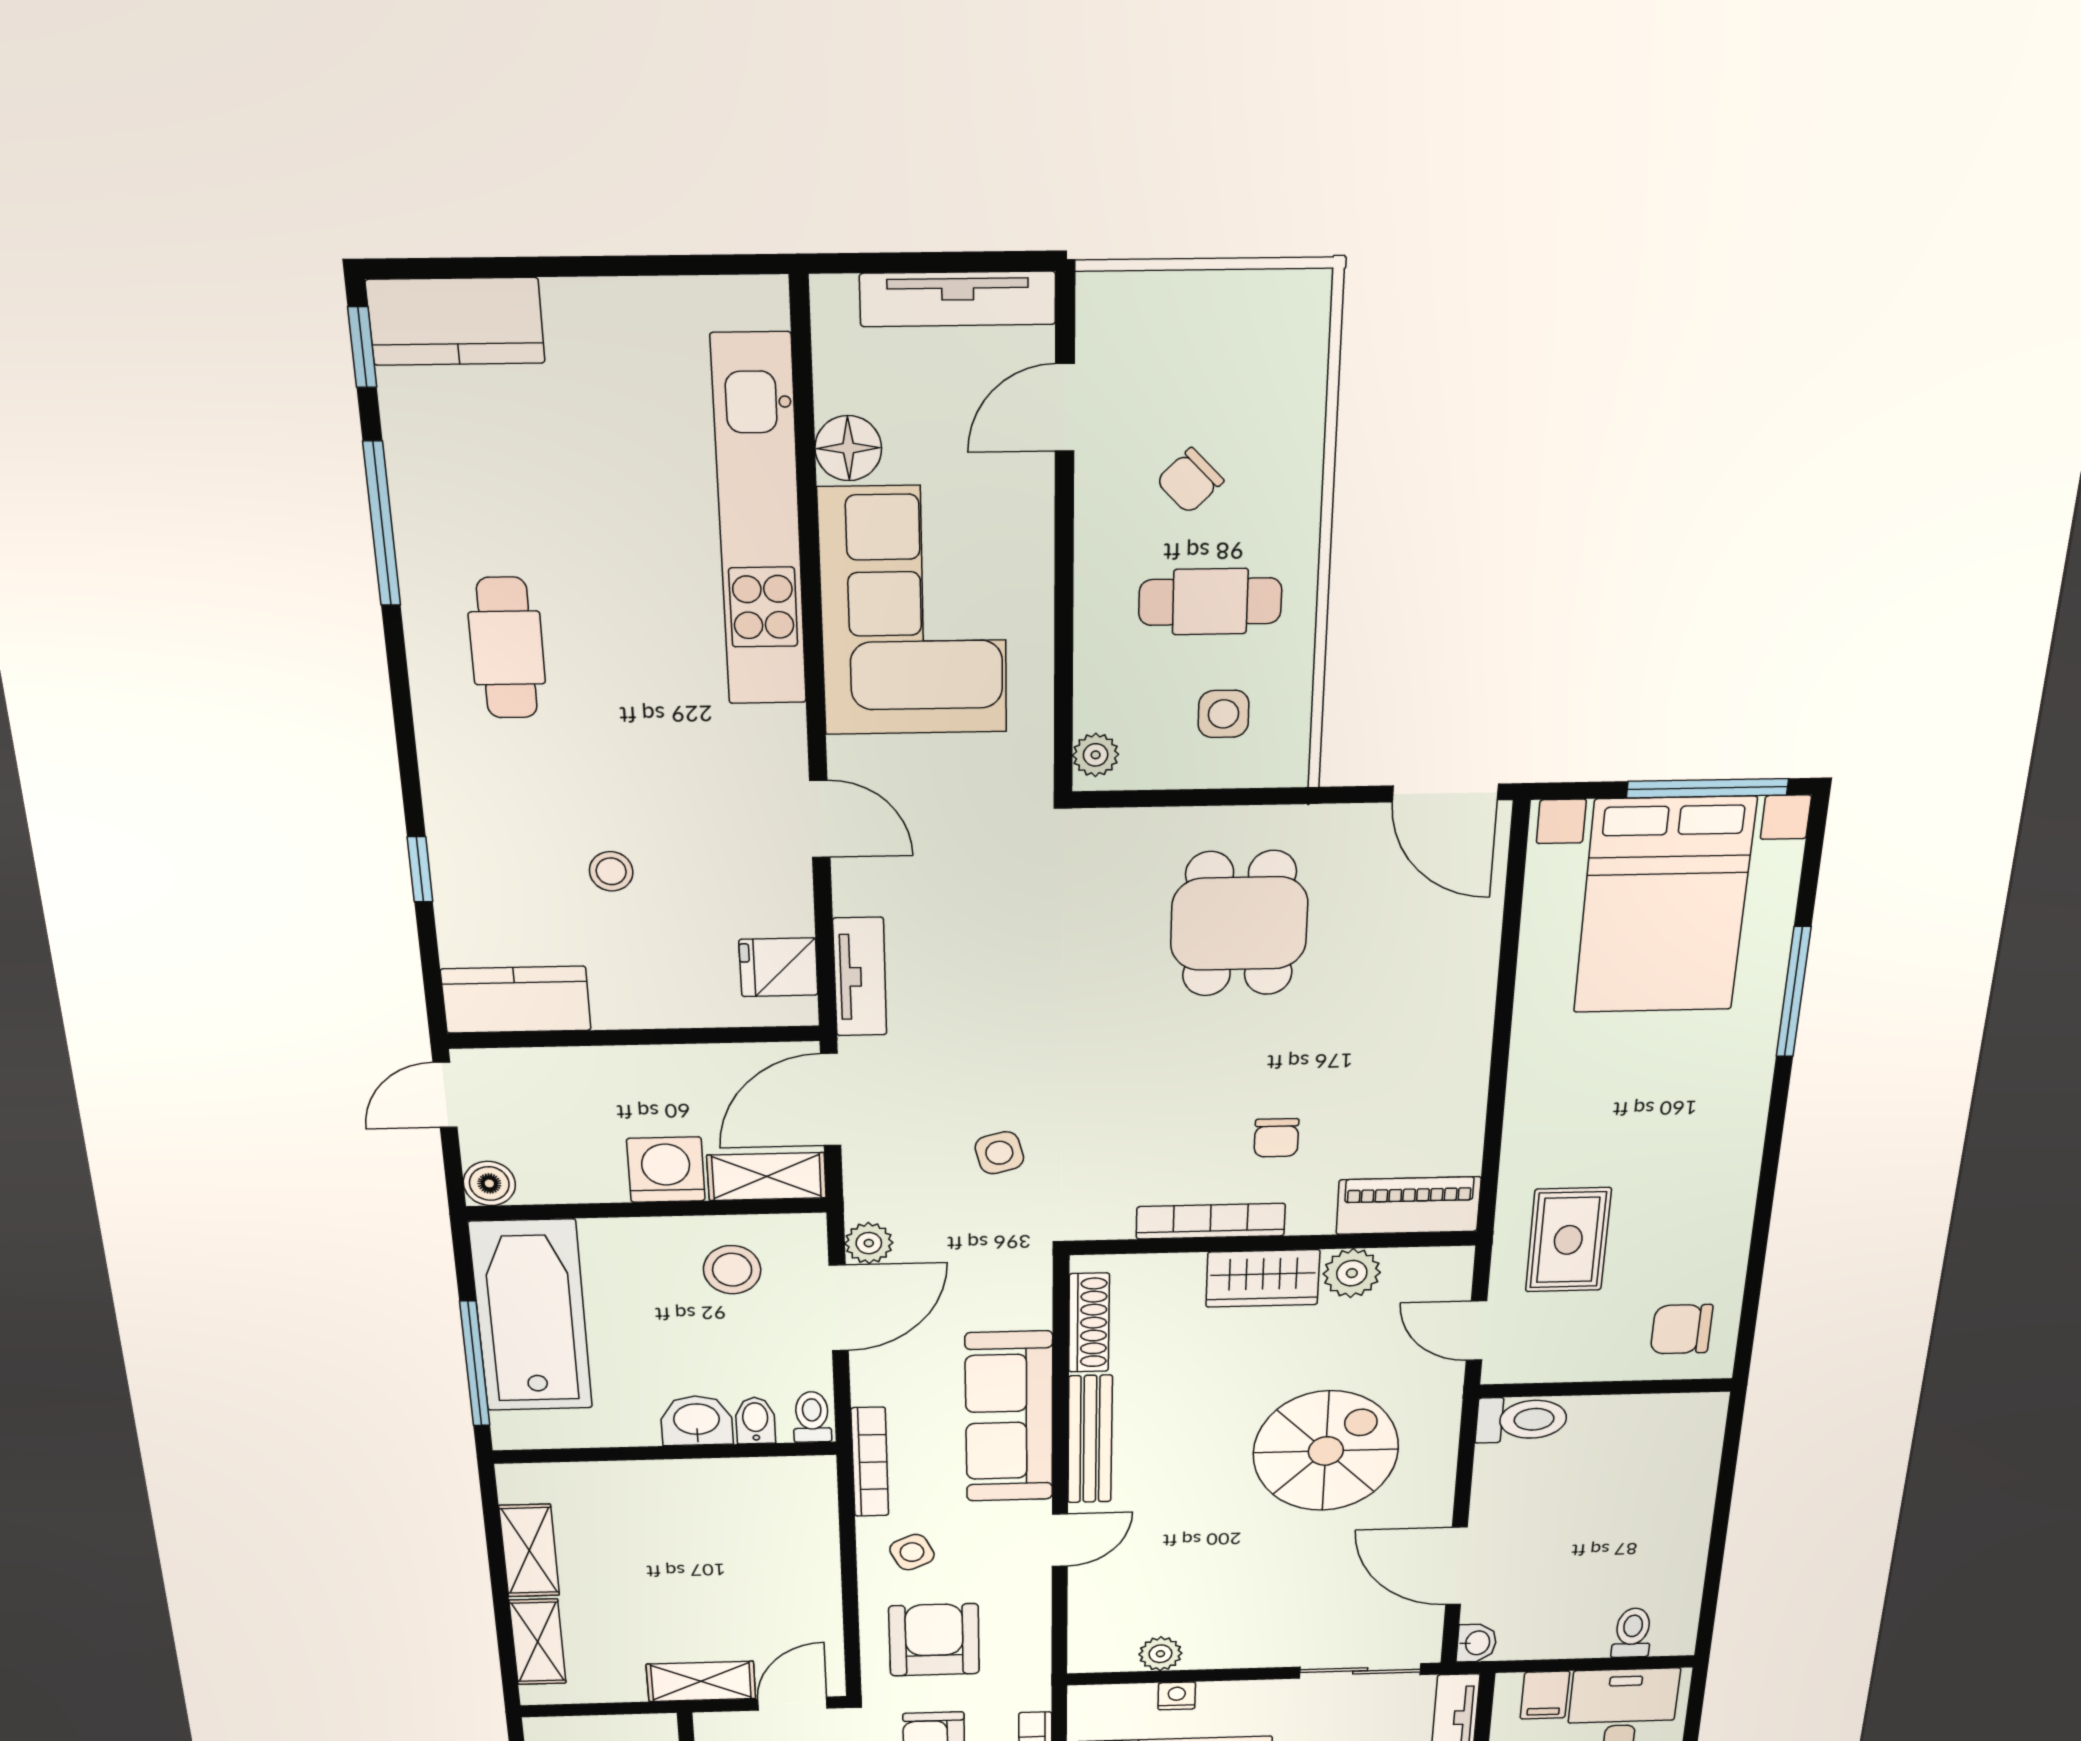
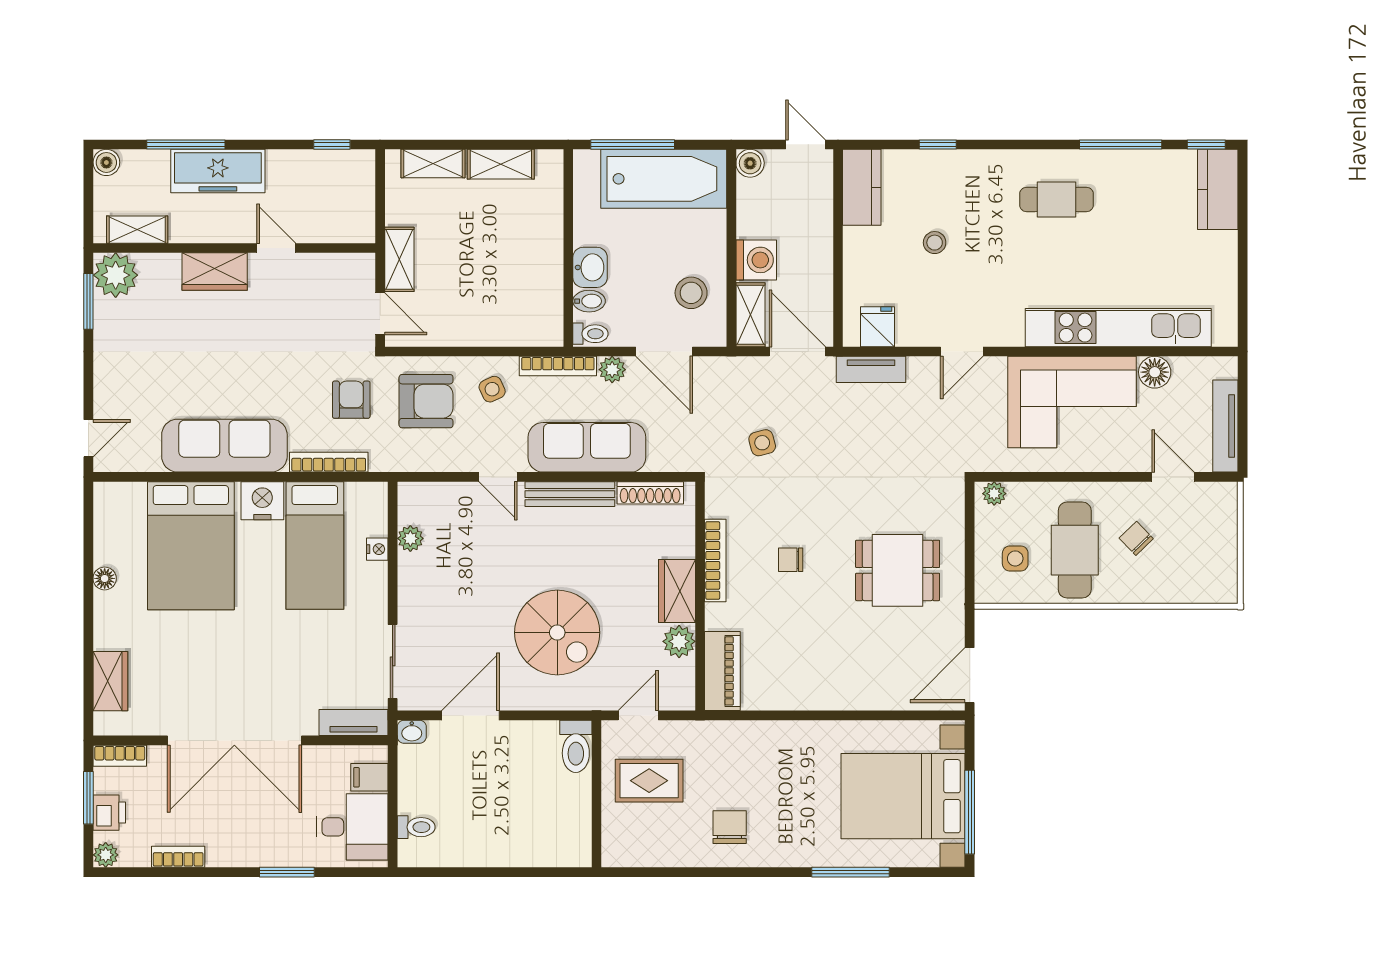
cafe table: (1210, 602) -> (1075, 550), width x1.37, depth x1.35
chair: (1276, 1138) -> (791, 560), moved
rug: (1568, 1240) -> (649, 781), moved
plant: (869, 1243) -> (612, 370), moved
chair: (1682, 1329) -> (730, 827), moved

